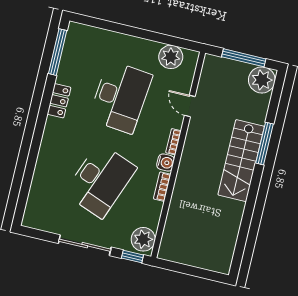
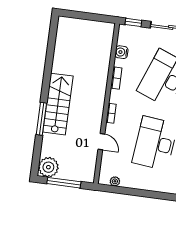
plant: (171, 57) -> (115, 181), width x0.53, depth x0.53
water cooler: (166, 163) -> (121, 52), moved
plant: (143, 239) -> (127, 36), removed

